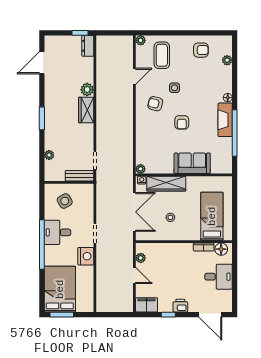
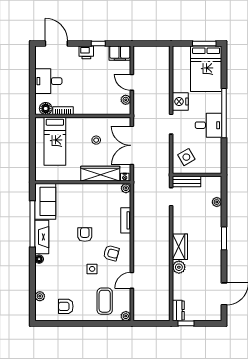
tv unit: (141, 137) -> (126, 220), added
sofa: (192, 163) -> (45, 201), moved, turned -90
side table: (65, 201) -> (186, 157), moved

